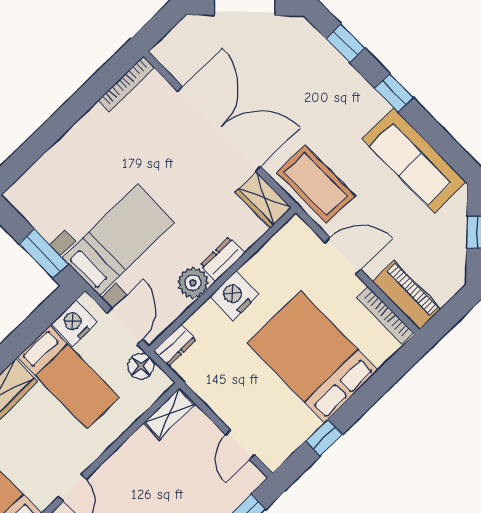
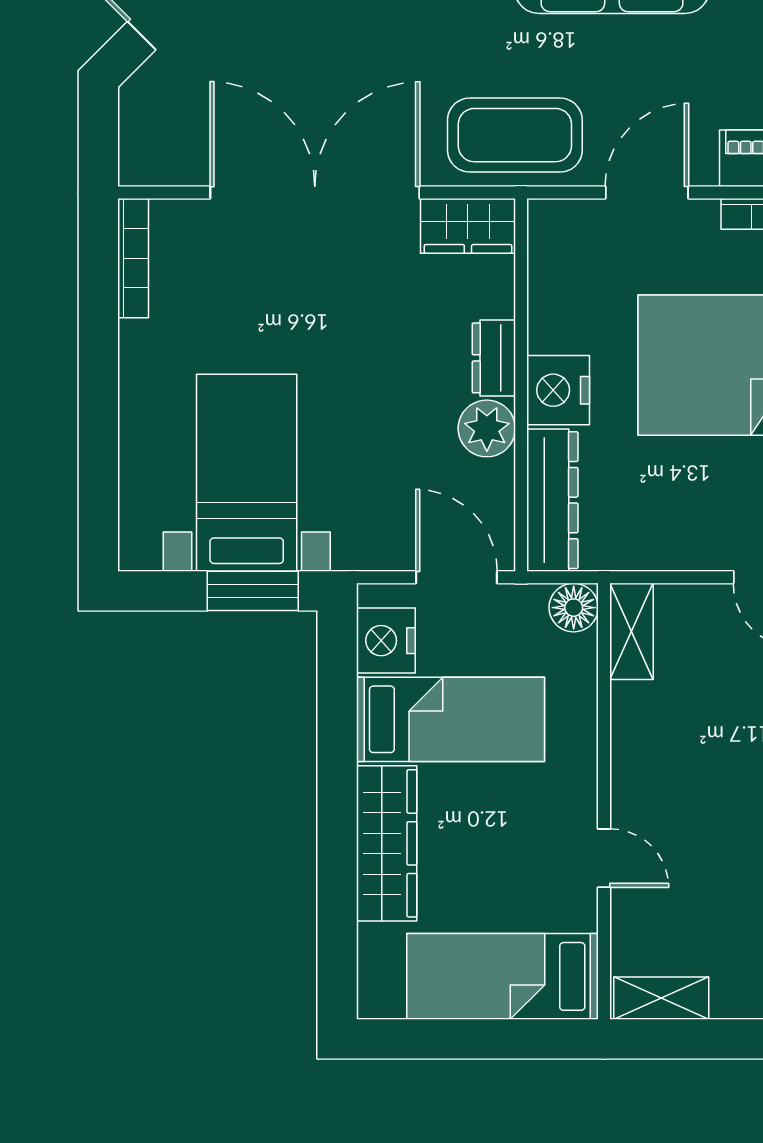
bed with nightstands: (118, 240) -> (247, 473), moved
dresser: (175, 346) -> (552, 500), width x1.96, depth x1.24
floor lamp: (141, 366) -> (574, 608), moved

